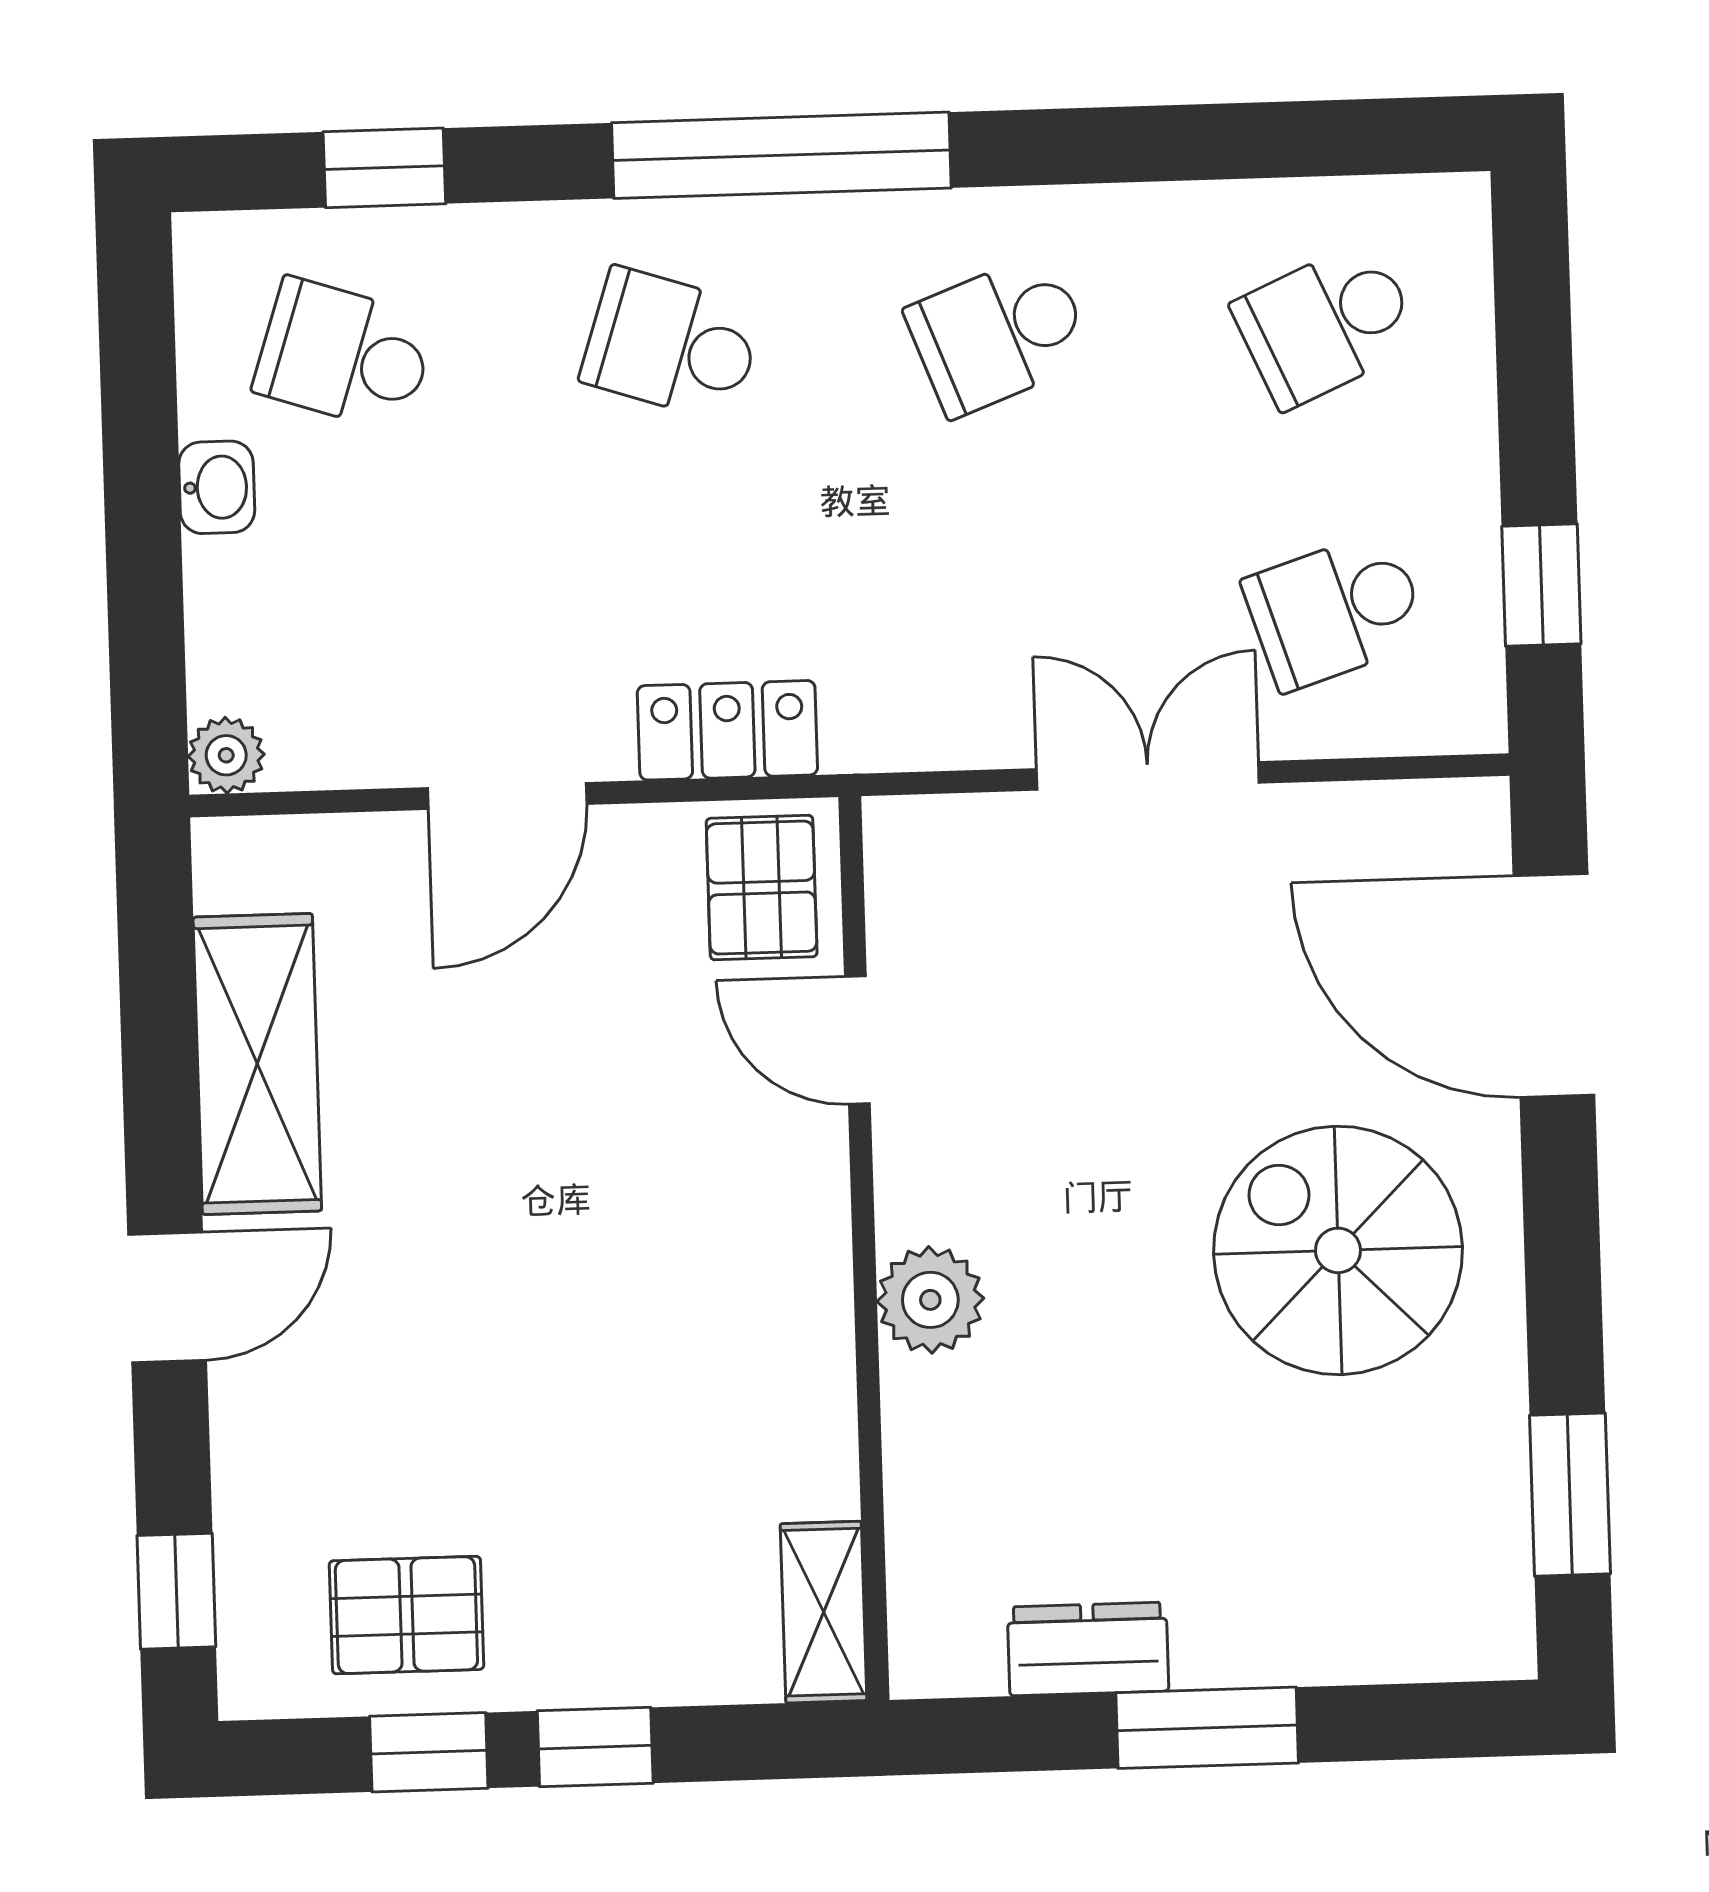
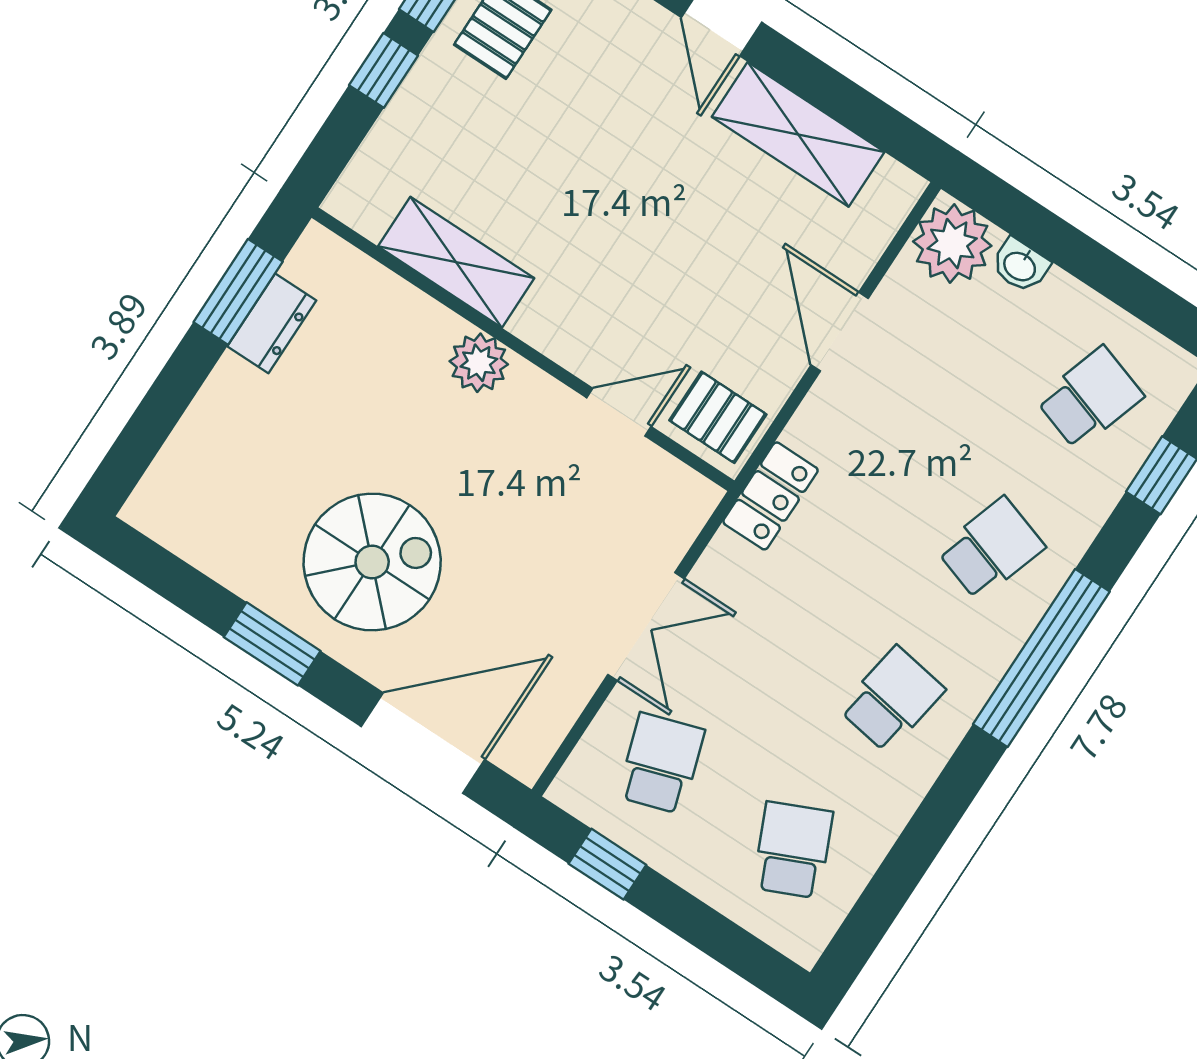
school desk: (999, 334) -> (892, 699), turned 30
washbasin: (217, 487) -> (1020, 266), moved
locker: (727, 730) -> (770, 496), moved
plant: (226, 755) -> (952, 244), width x1.87, depth x1.87
window: (1570, 1495) -> (272, 644), moved
shelving: (824, 1612) -> (456, 262), moved, width x1.50, depth x1.33
window: (1207, 1728) -> (238, 292), moved

